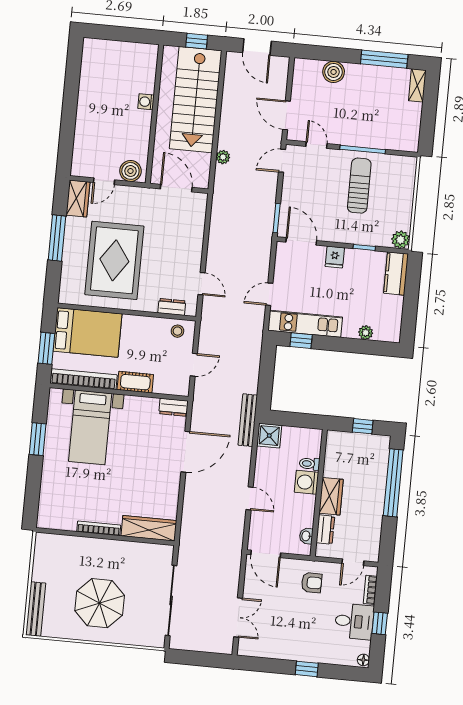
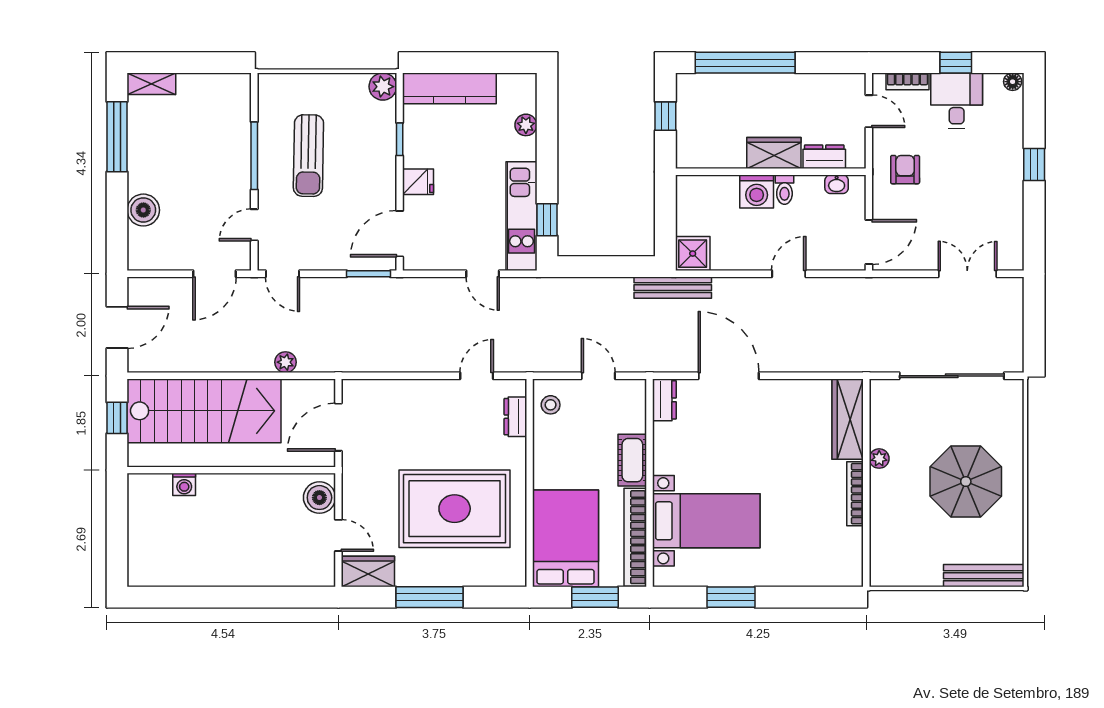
washing machine: (146, 102) -> (184, 484), moved
sun lounger: (359, 186) -> (308, 156), turned -89
kitchen counter: (396, 274) -> (449, 88), width x1.50
toilet: (310, 464) -> (784, 190), moved
plant: (121, 547) -> (879, 459), added

